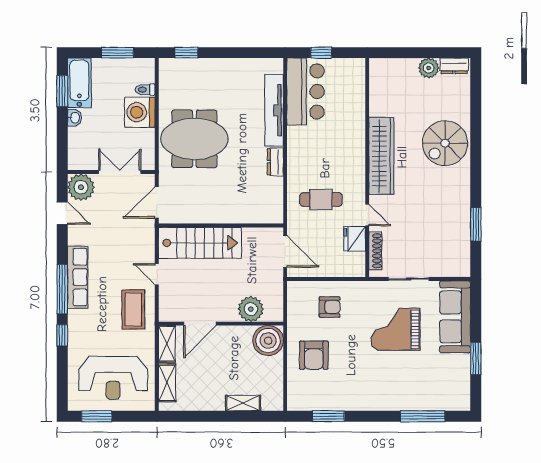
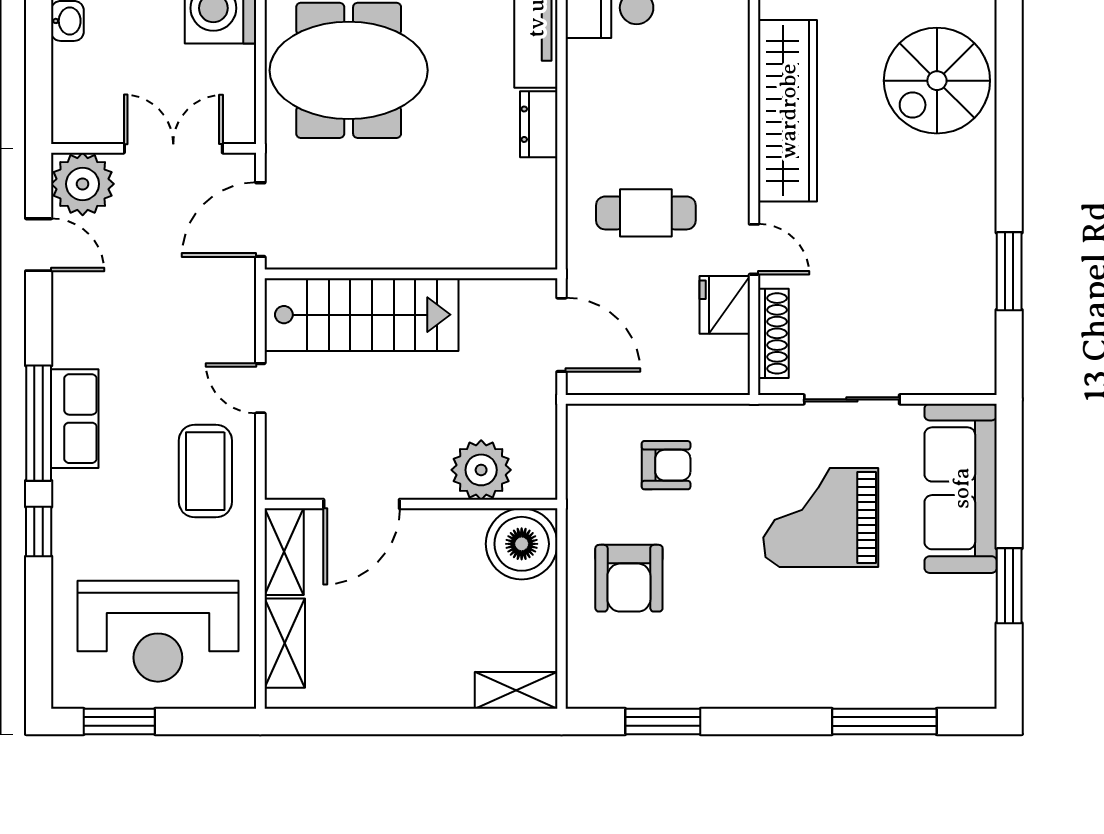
row of seats: (78, 277) -> (75, 419), width x0.68
shelving: (243, 403) -> (516, 690), moved

